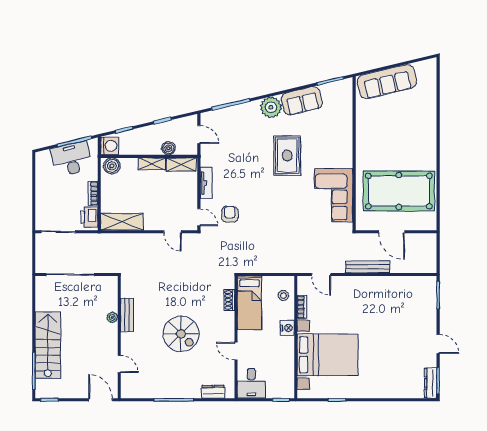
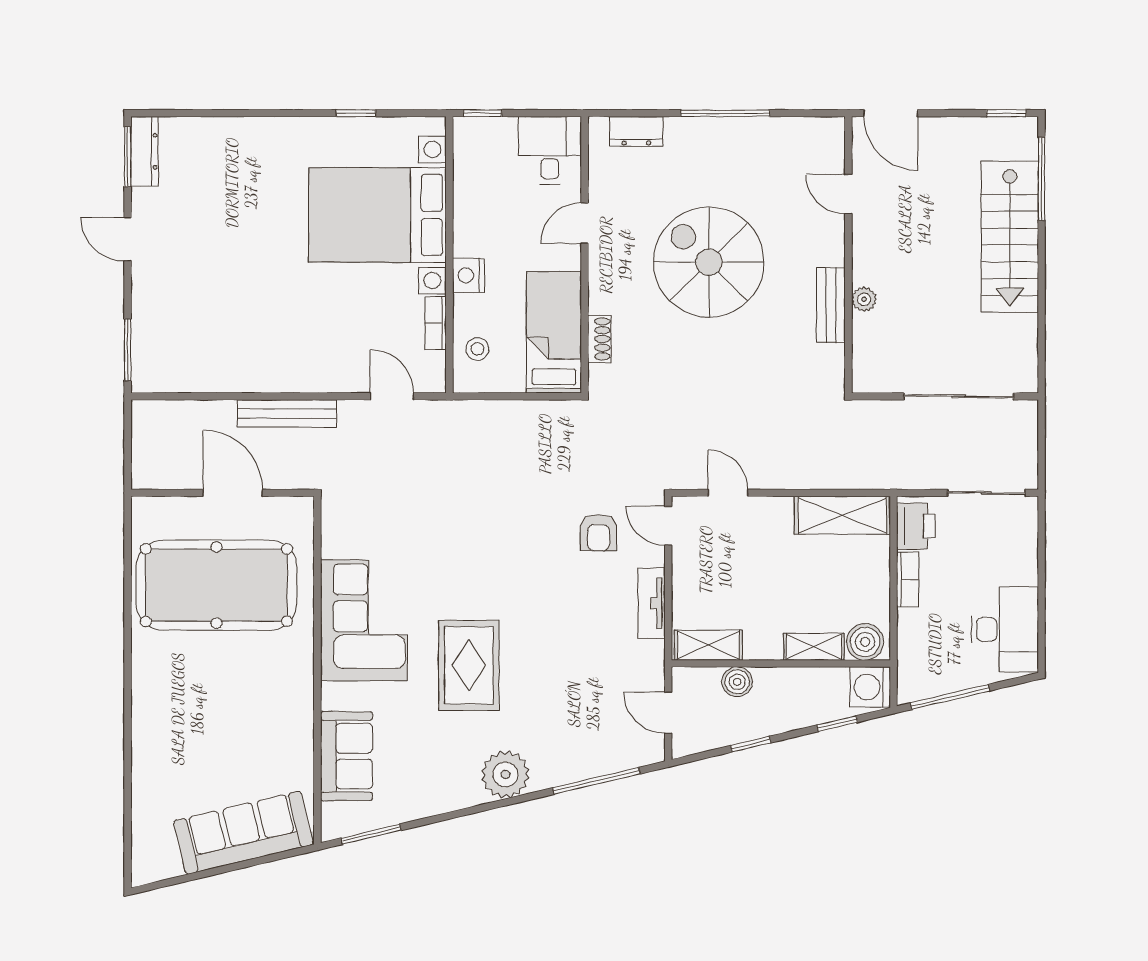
sofa: (302, 101) -> (347, 756), moved, turned 103
desk: (71, 159) -> (1005, 629), moved, turned -77
shelving: (152, 164) -> (814, 647), moved
corner sofa: (334, 195) -> (364, 620), moved
spiral stairs: (181, 334) -> (709, 262), width x1.37, depth x1.37
door: (236, 351) -> (585, 223), swing flipped

